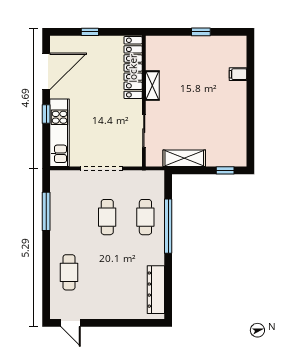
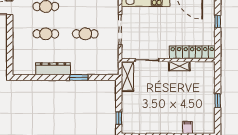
shelving: (184, 158) -> (127, 76), moved
cafe table: (145, 217) -> (46, 34), moved
window: (168, 226) -> (79, 77), width x0.47
dresser: (156, 290) -> (53, 69), moved

